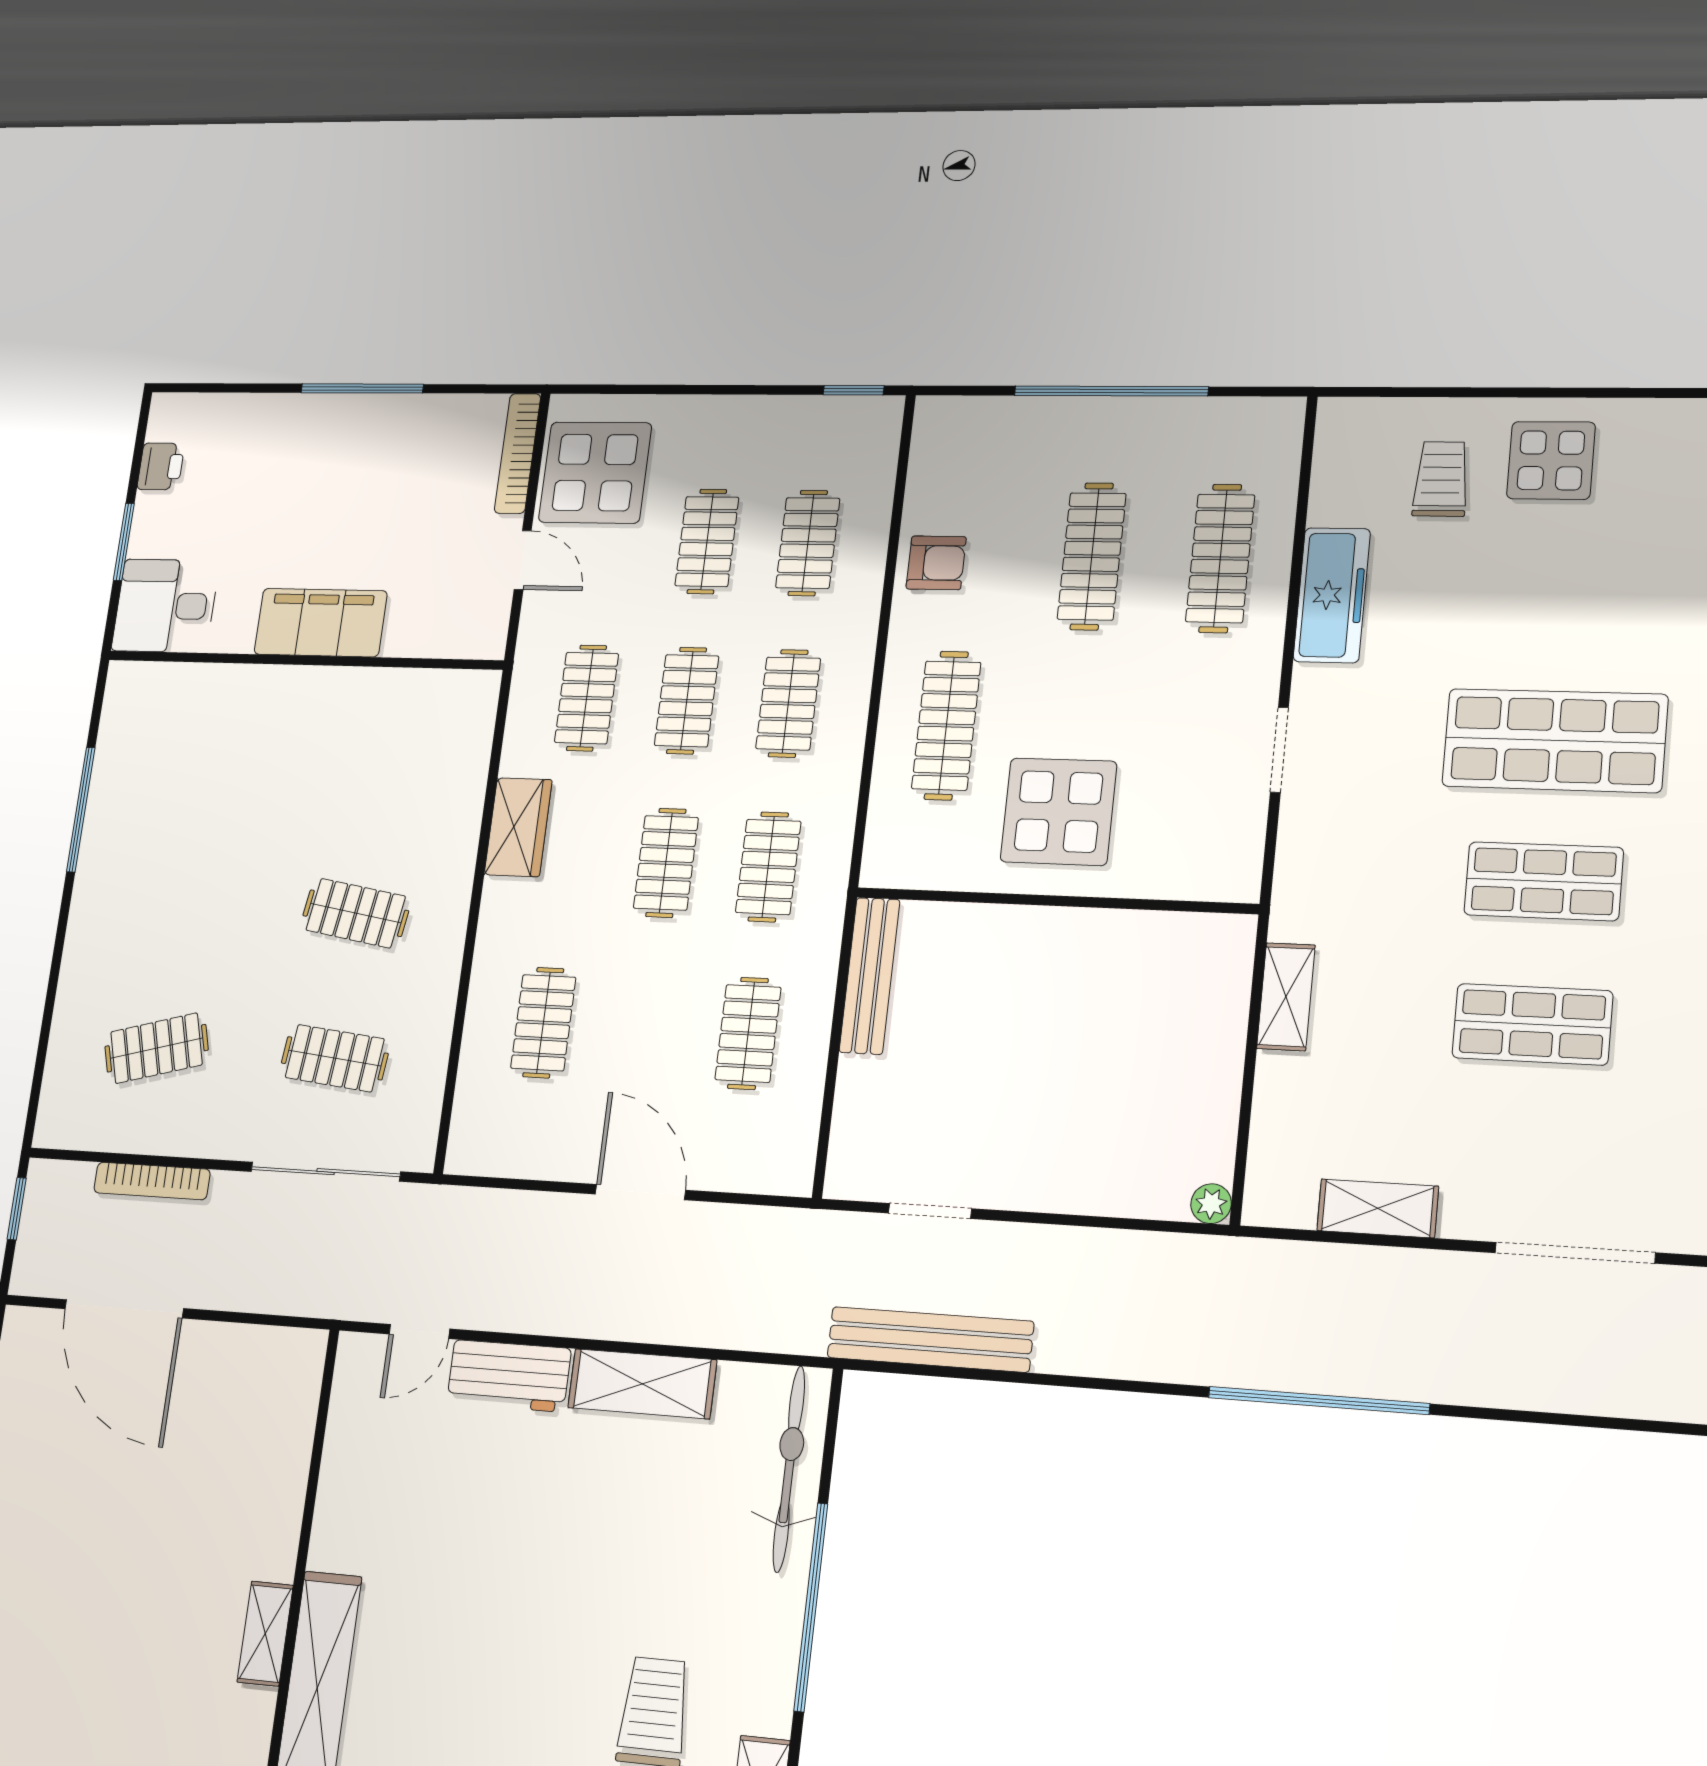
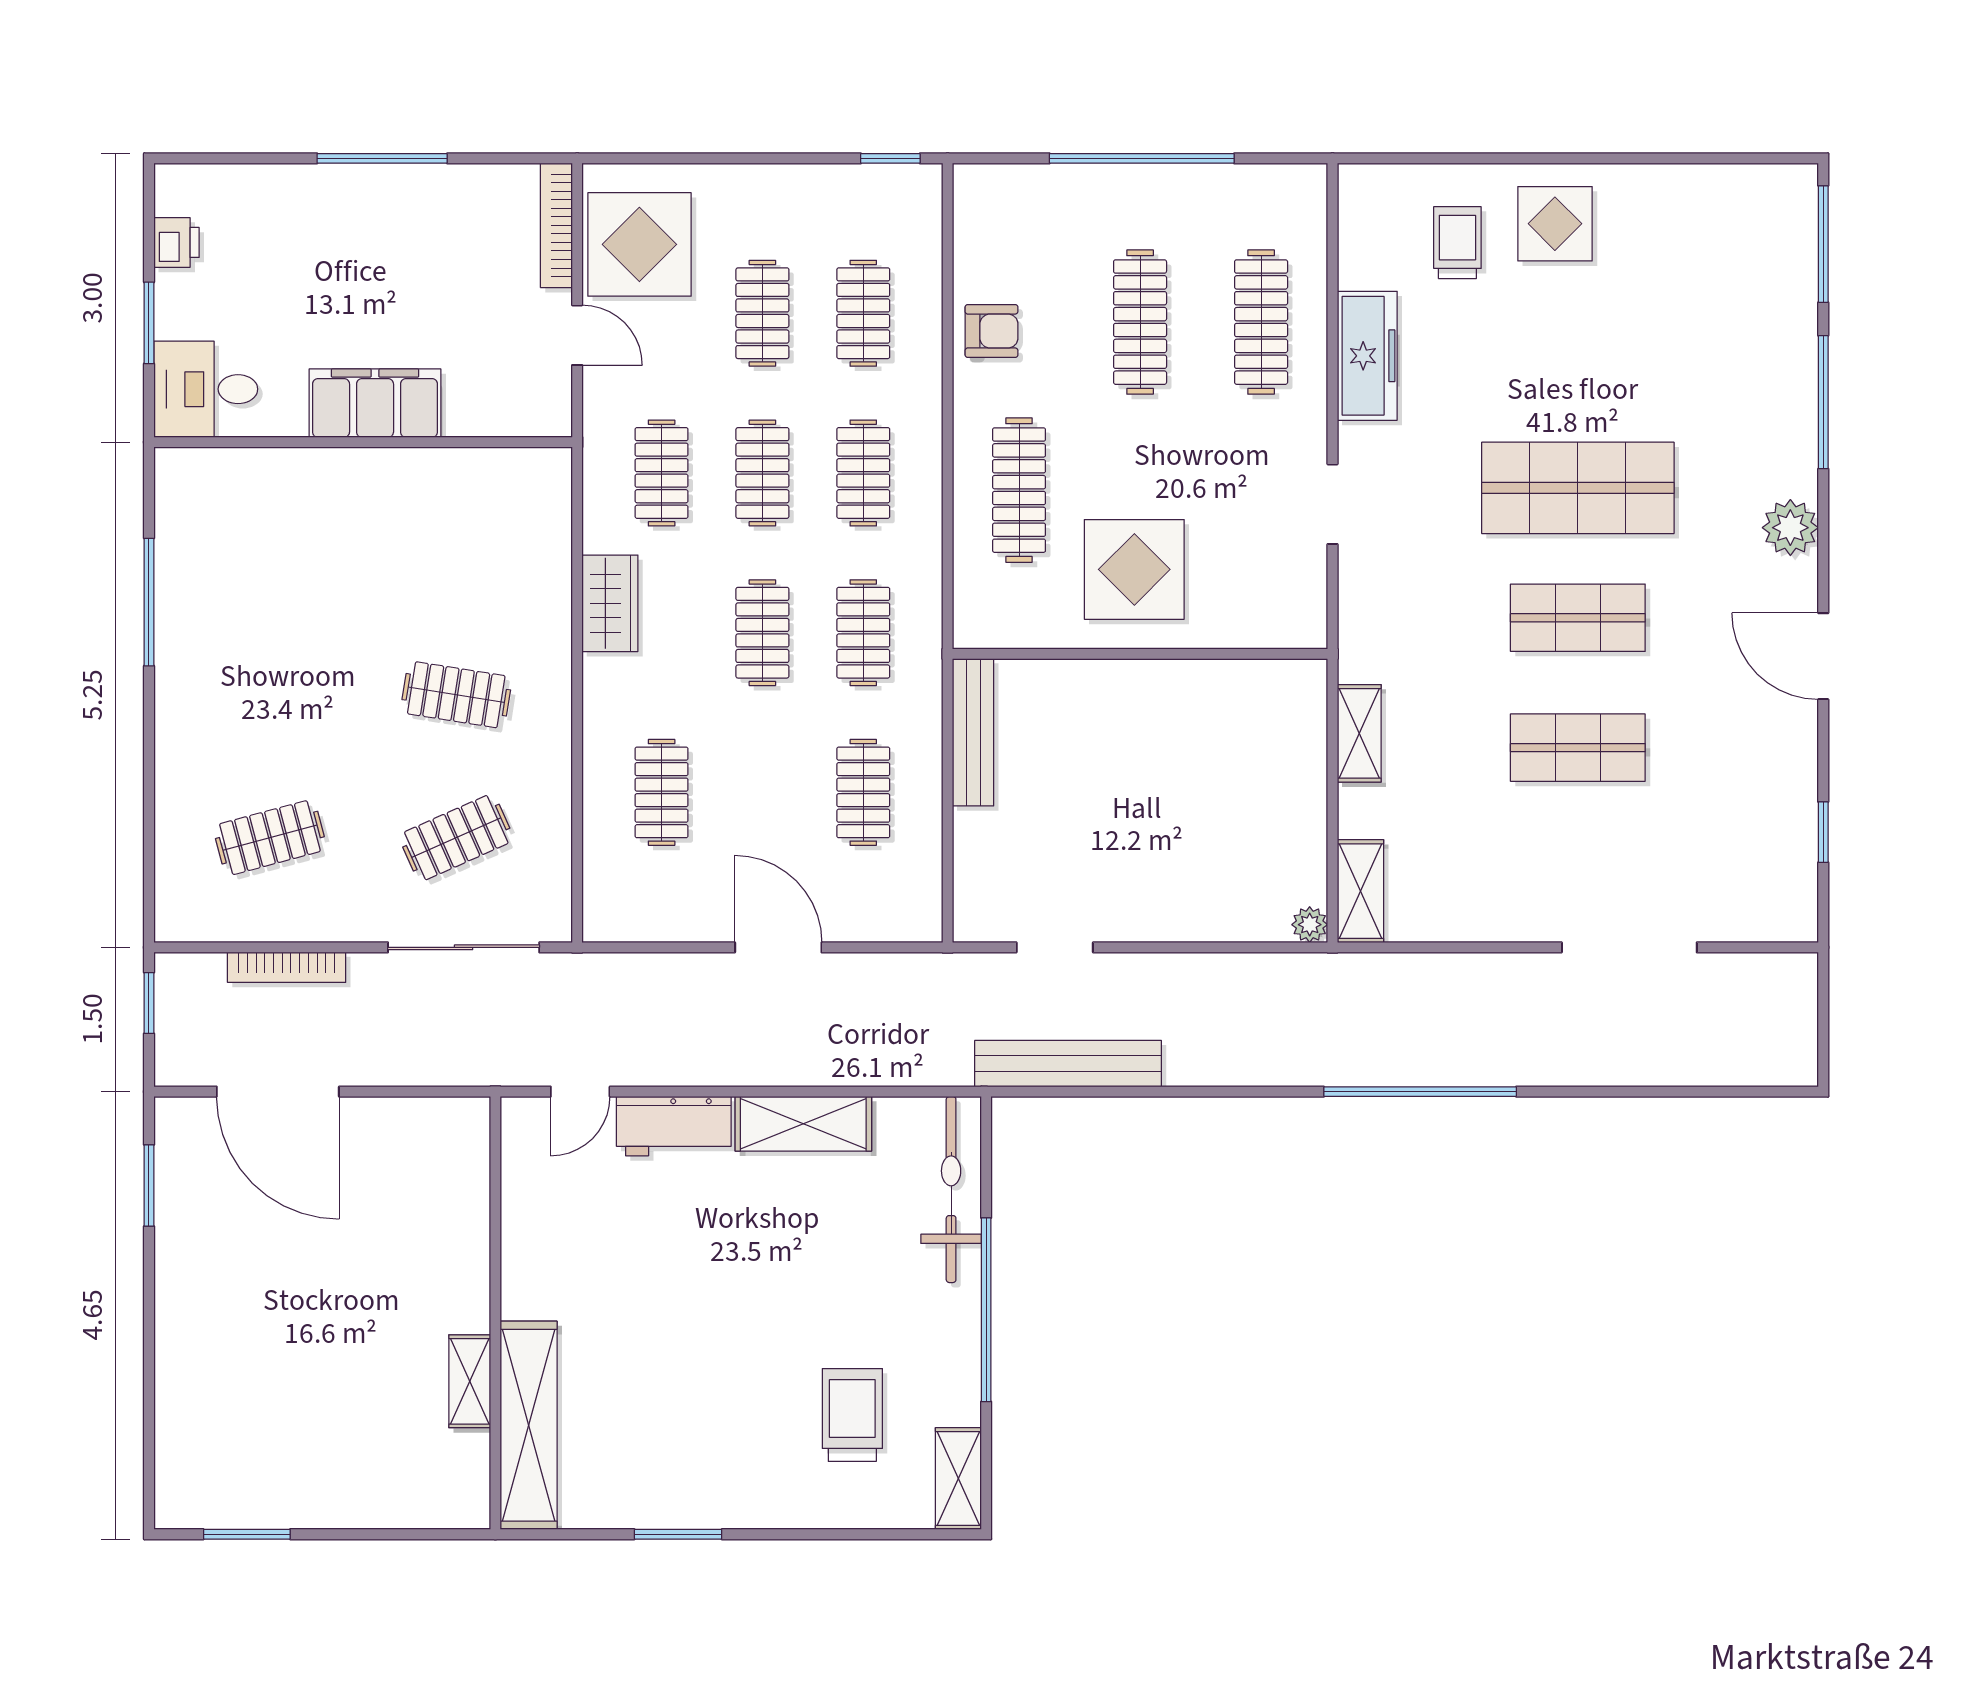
clothes rail: (335, 1058) -> (456, 838), turned -30
shelving: (1378, 1208) -> (1360, 891), moved, turned 90

